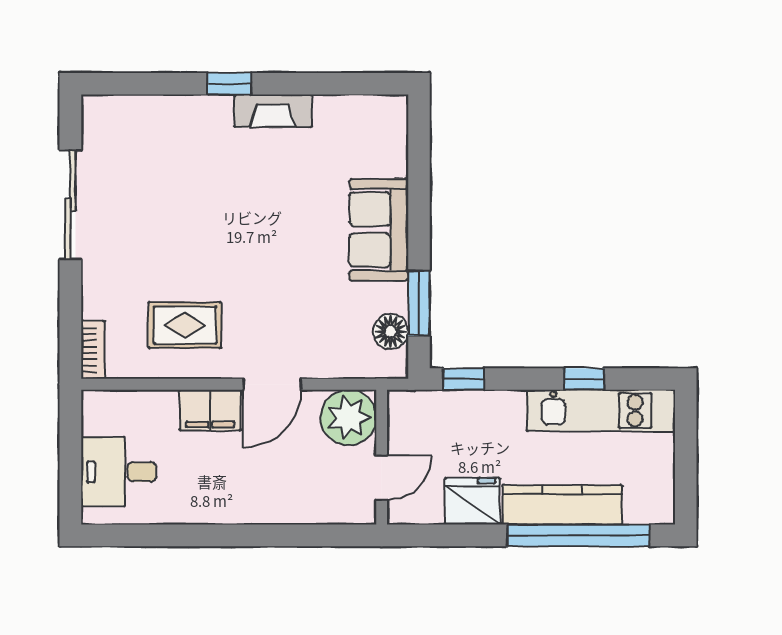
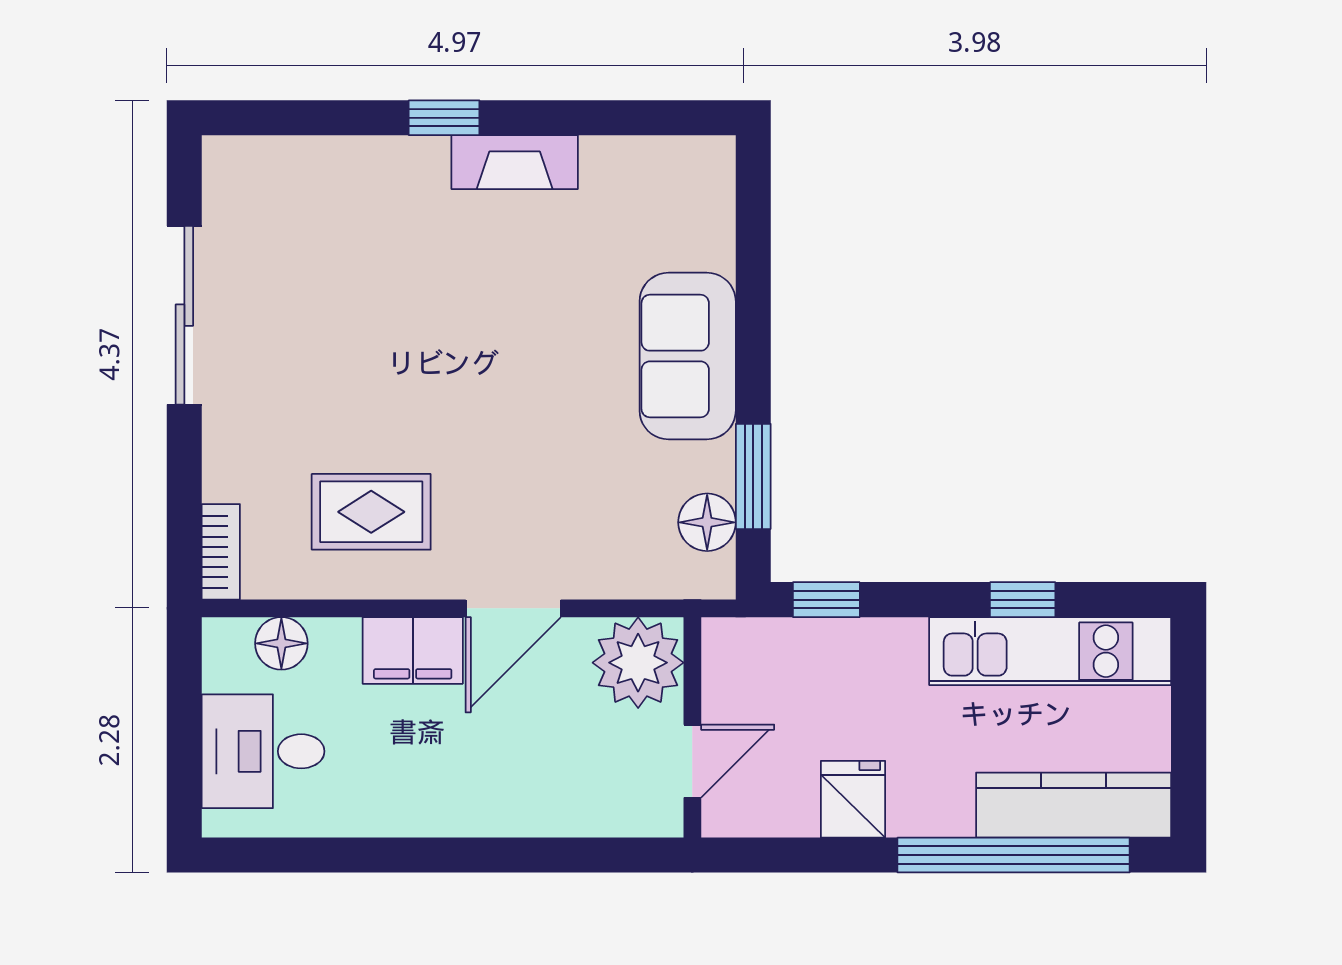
floor lamp: (130, 406) -> (281, 643), added
fridge: (472, 501) -> (853, 799), width x0.72
kitchen counter: (562, 505) -> (1074, 805), moved

